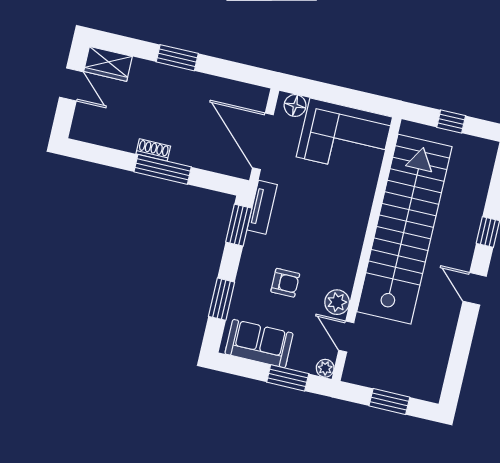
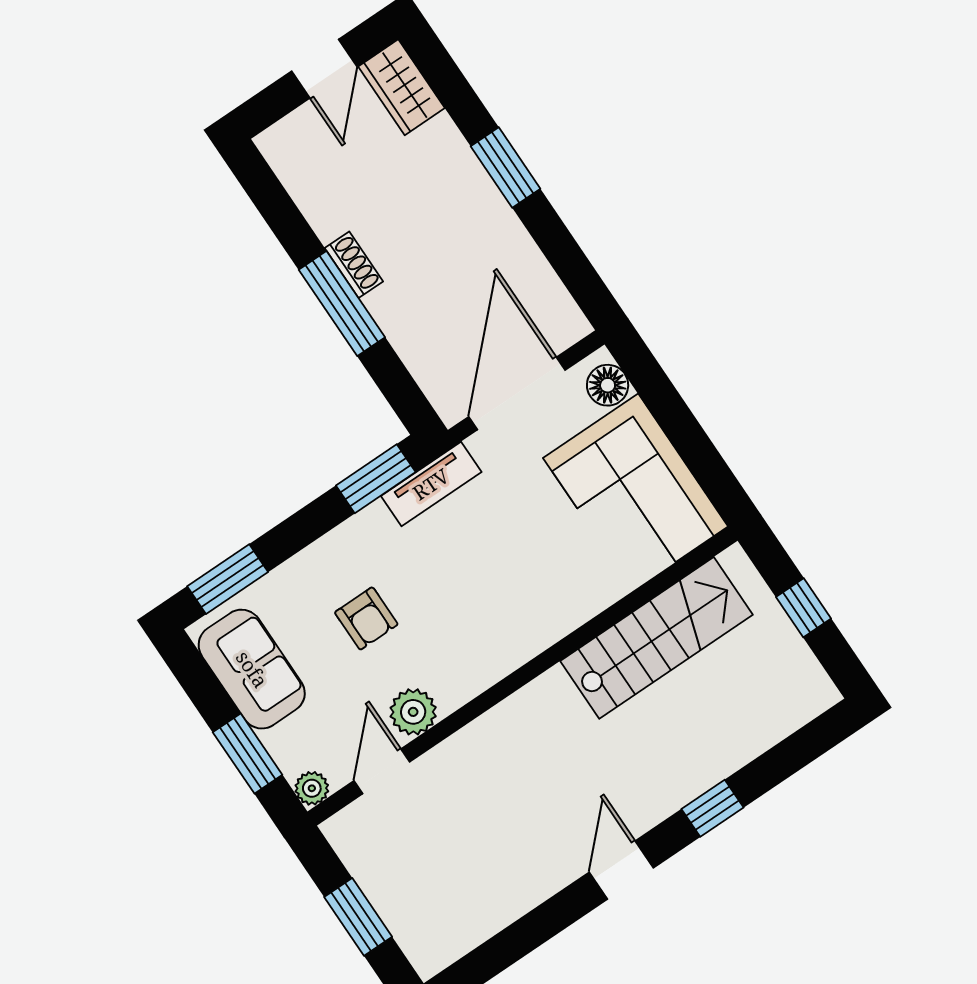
stairs: (404, 229) -> (656, 638), width x0.54, depth x0.66
window: (222, 299) -> (228, 579), moved

